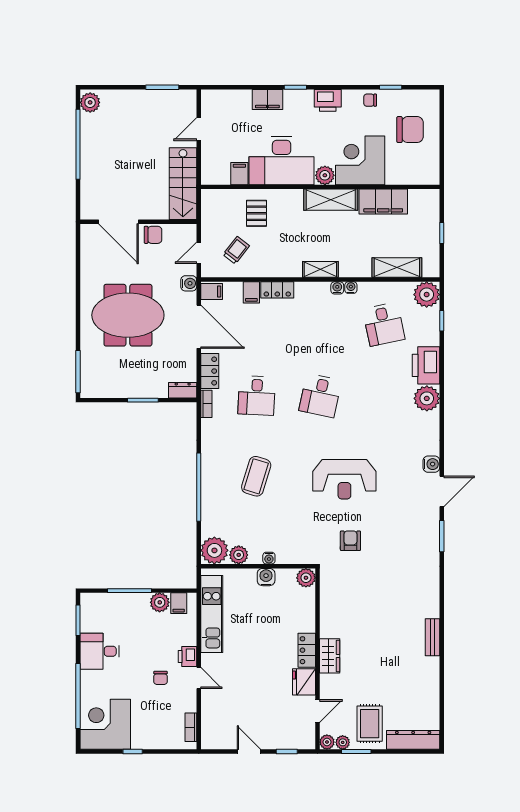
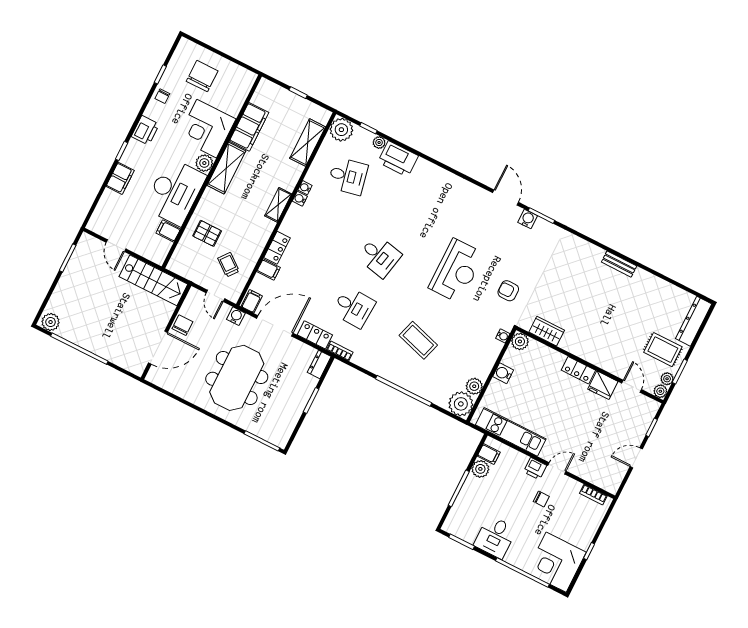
plant: (427, 398) -> (379, 143), moved, width x0.53, depth x0.53
water cooler: (431, 464) -> (528, 219), moved
water cooler: (269, 558) -> (503, 336), moved
wardrobe: (330, 656) -> (547, 331), moved

